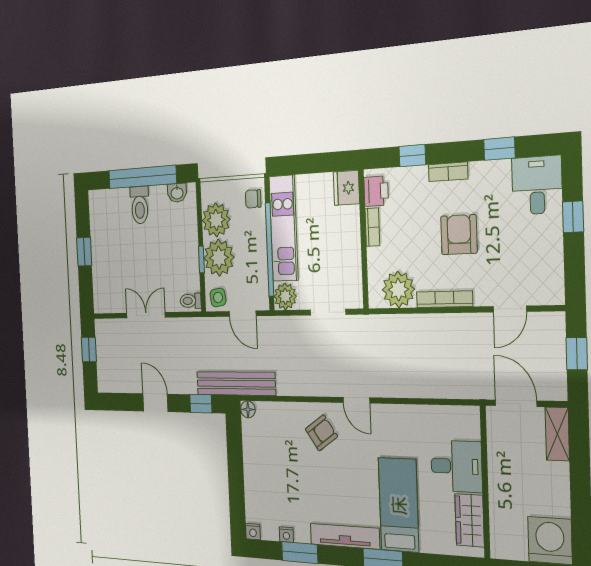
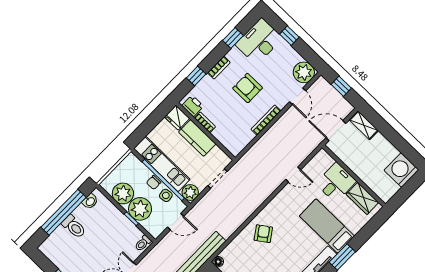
desk: (537, 185) -> (259, 41), width x1.37
chair: (253, 199) -> (154, 182), moved
kitchen counter: (347, 238) -> (197, 138), added
plant: (398, 289) -> (304, 72), moved
side table: (218, 297) -> (166, 195), moved
door: (356, 400) -> (293, 175), moved

